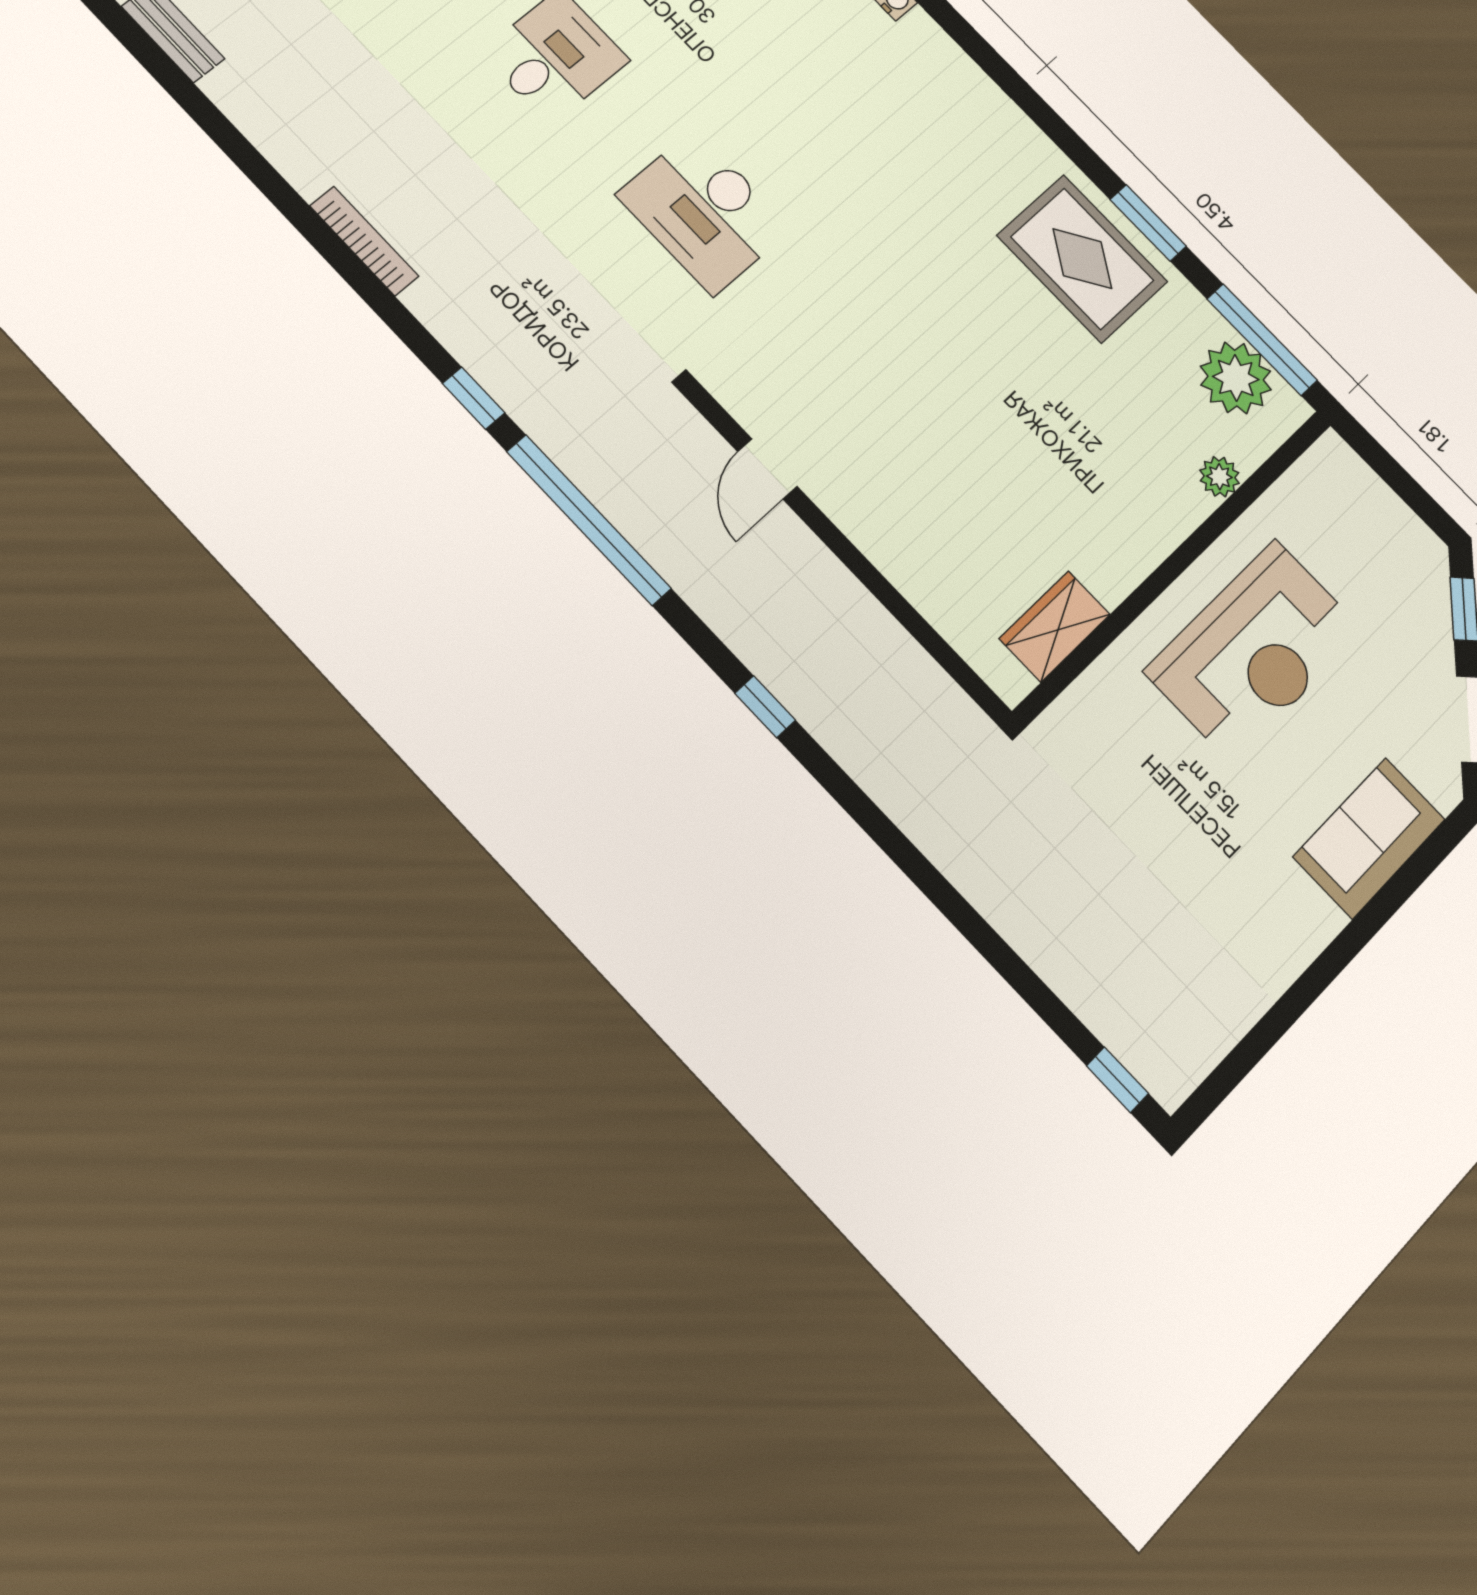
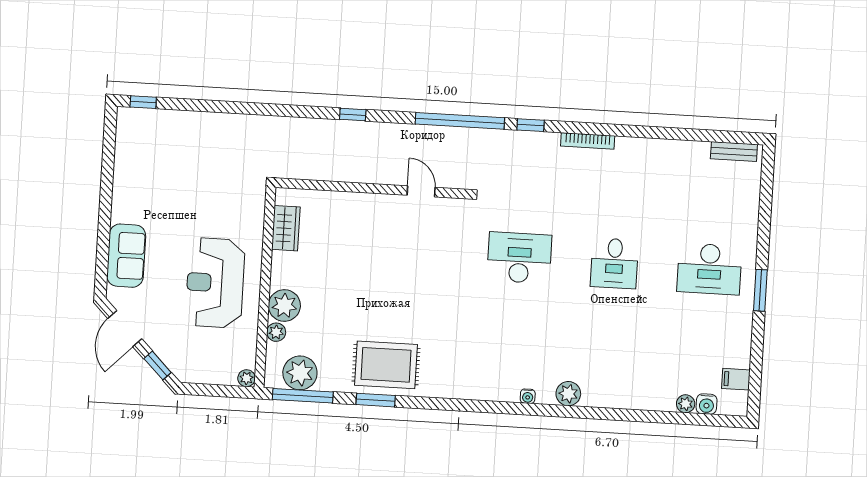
bookcase: (364, 241) -> (588, 141), moved
plant: (1332, 452) -> (247, 378), added
plant: (1169, 505) -> (284, 306), added

